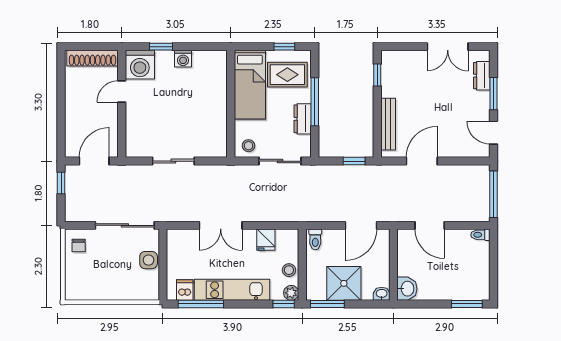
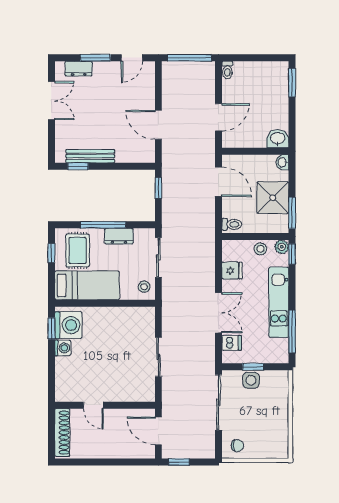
window: (161, 47) -> (51, 329), moved
washing machine: (140, 65) -> (68, 325), moved
bench: (388, 124) -> (90, 156), moved
window: (163, 262) -> (253, 367), added
dishwasher: (185, 290) -> (232, 343), moved, turned 180

